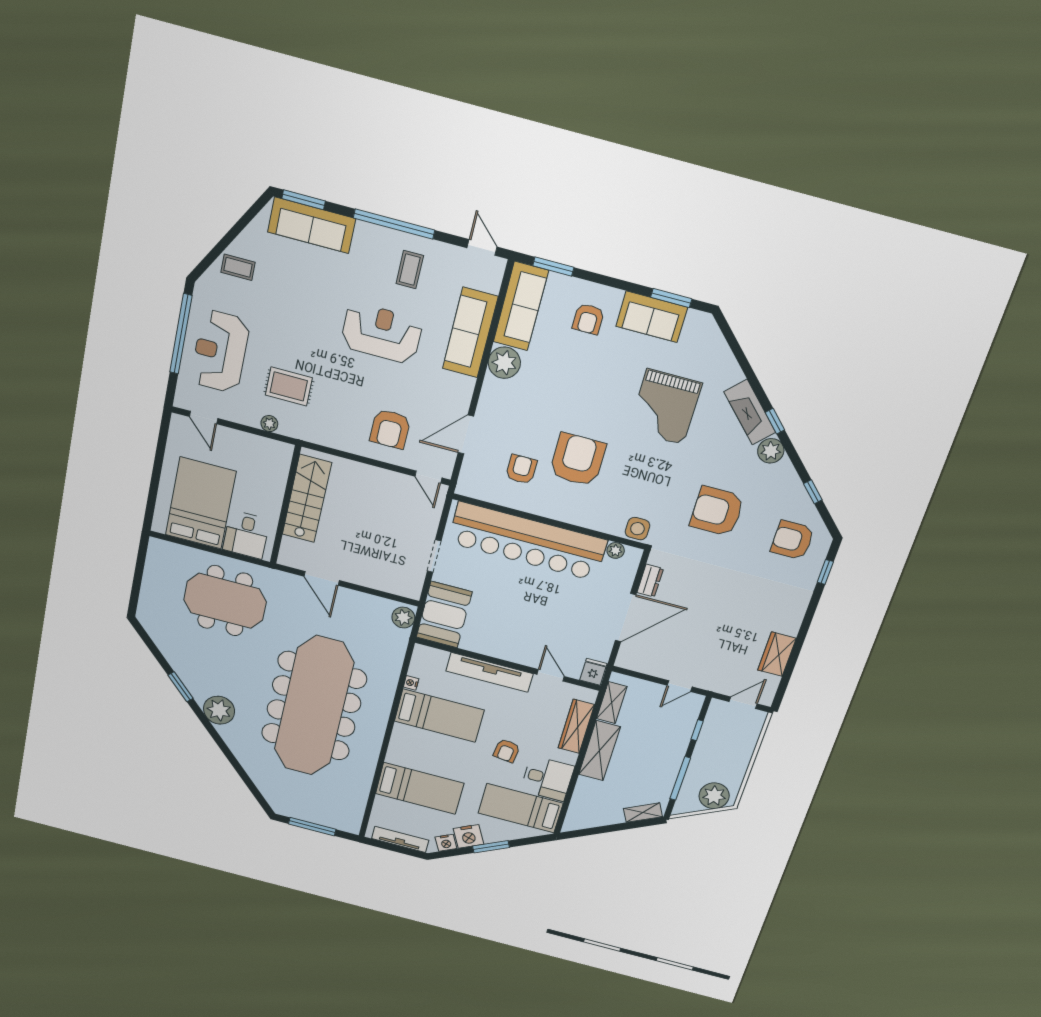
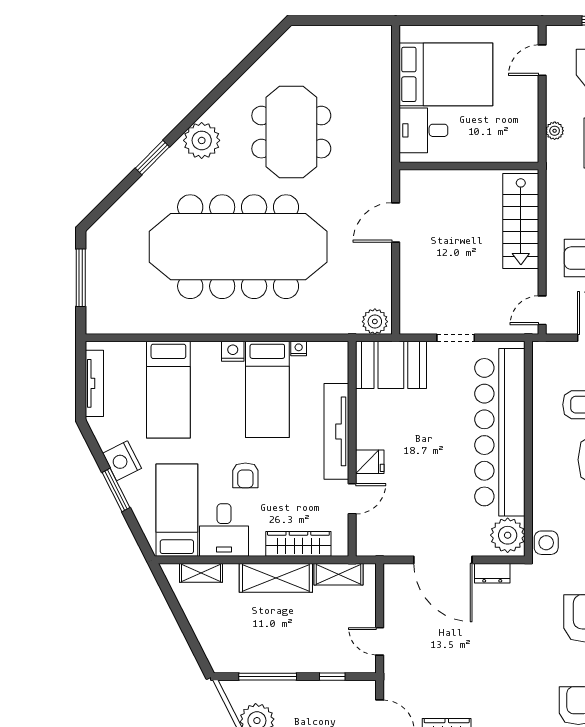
stairs: (307, 499) -> (521, 221), moved, turned 90
plant: (616, 550) -> (508, 535), width x1.88, depth x1.88
meeting table: (225, 601) -> (291, 132), moved
fridge: (593, 672) -> (370, 462), moved
window: (181, 687) -> (152, 158), moved
armchair: (507, 751) -> (245, 475), turned -97
shelving: (643, 813) -> (201, 573), moved, turned -63
nightstand: (446, 843) -> (233, 351), moved, turned 117

